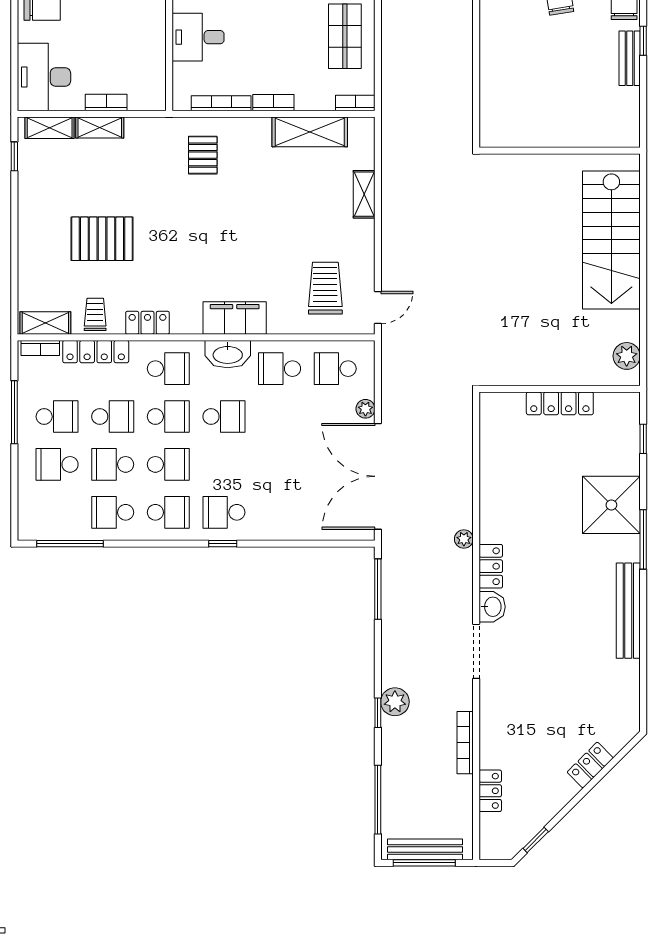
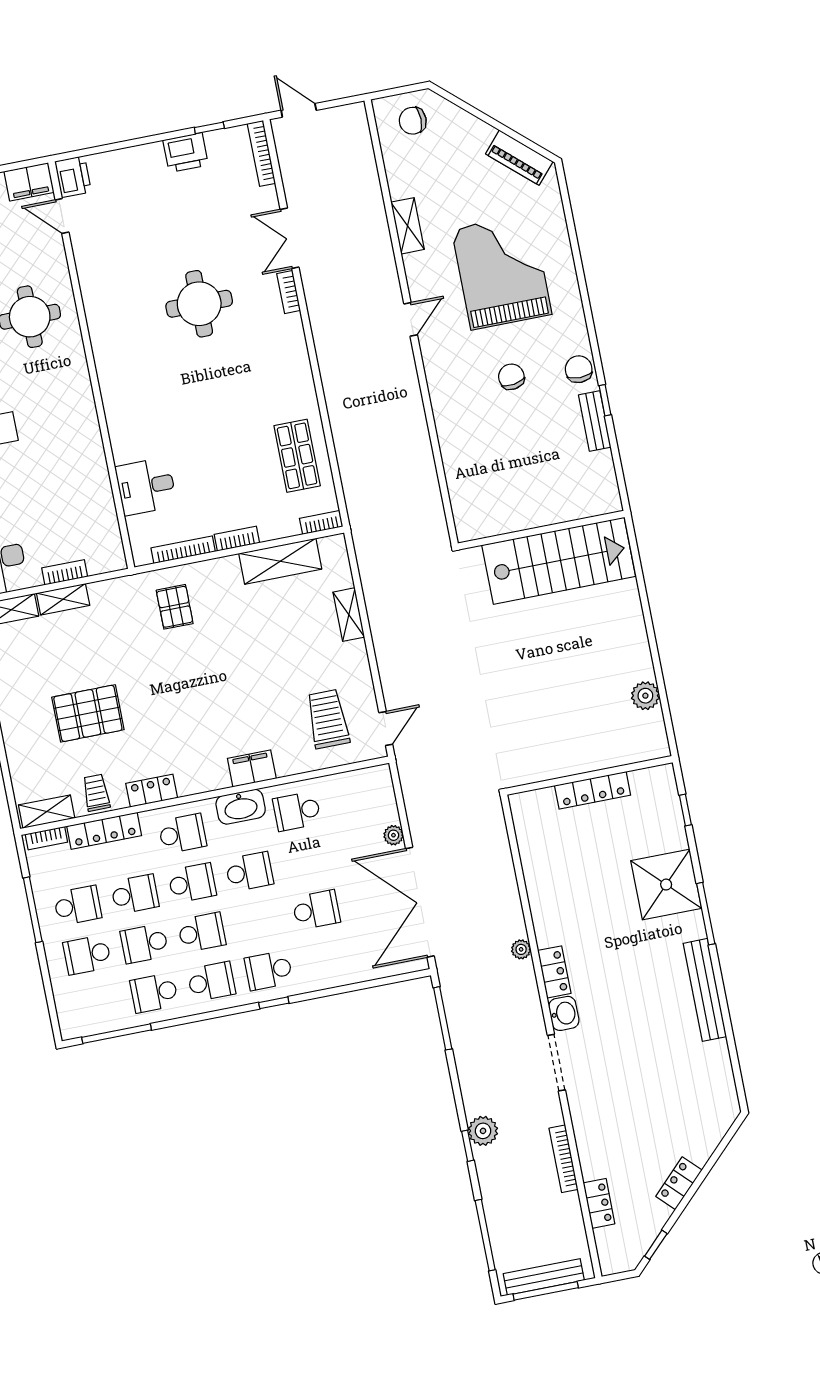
stairs: (611, 240) -> (559, 561), moved, turned -90
filing cabinet: (235, 318) -> (252, 768), width x0.67, depth x0.86
plant: (627, 356) -> (645, 696), moved
school desk: (335, 369) -> (316, 910), moved, turned 180
locker: (590, 765) -> (679, 1183), moved

